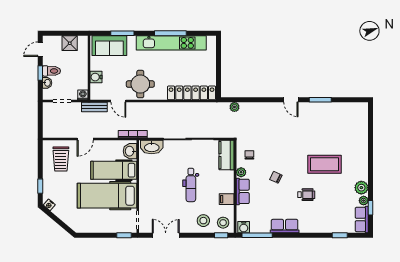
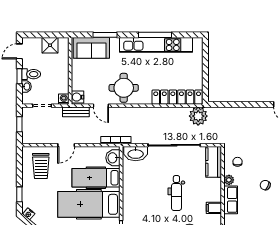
water cooler: (96, 77) -> (78, 97), moved
plant: (234, 107) -> (198, 116), moved, width x1.87, depth x1.87
window: (40, 119) -> (19, 124), added

